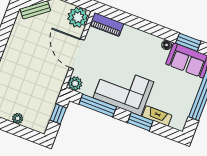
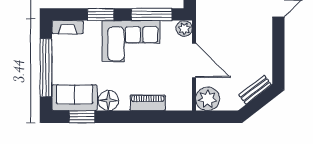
piano: (107, 25) -> (148, 103), moved
floor lamp: (167, 45) -> (108, 101), width x1.89, depth x1.89
fireplace: (157, 116) -> (68, 27), moved

